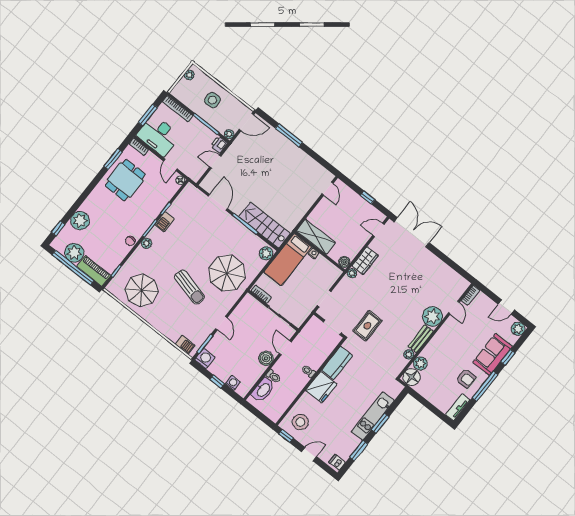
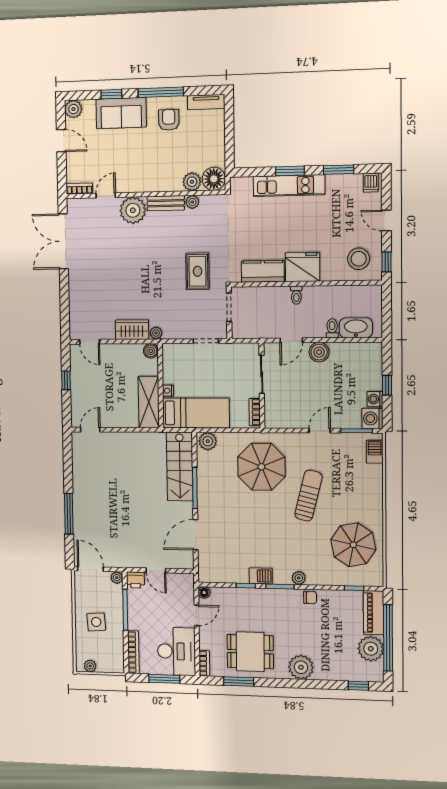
plant: (80, 221) -> (301, 667), moved
double door: (412, 232) -> (63, 241), moved
rug: (367, 326) -> (197, 271), turned 90
washing machine: (233, 383) -> (375, 399), moved

